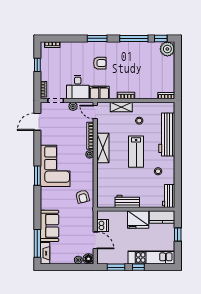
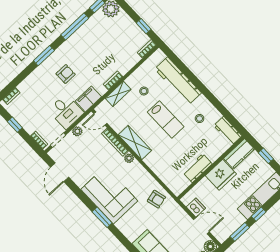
window: (178, 79) -> (144, 26), added

